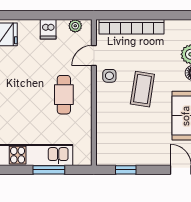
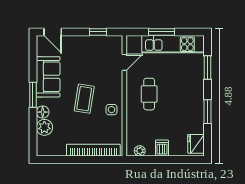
door: (94, 55) -> (124, 62), moved

